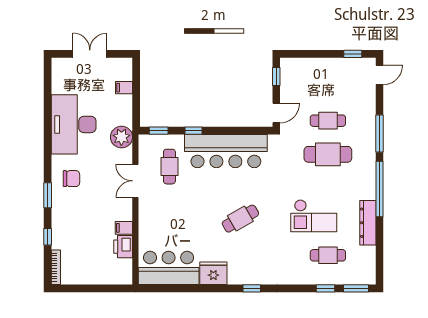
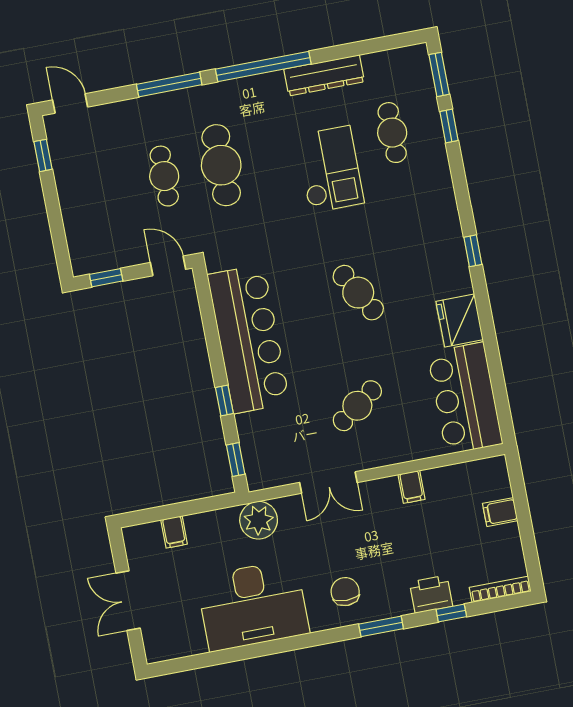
cafe table: (169, 167) -> (357, 406), moved, turned -36
printer: (123, 247) -> (431, 594), moved, turned 180
filing cabinet: (100, 276) -> (500, 512), added

